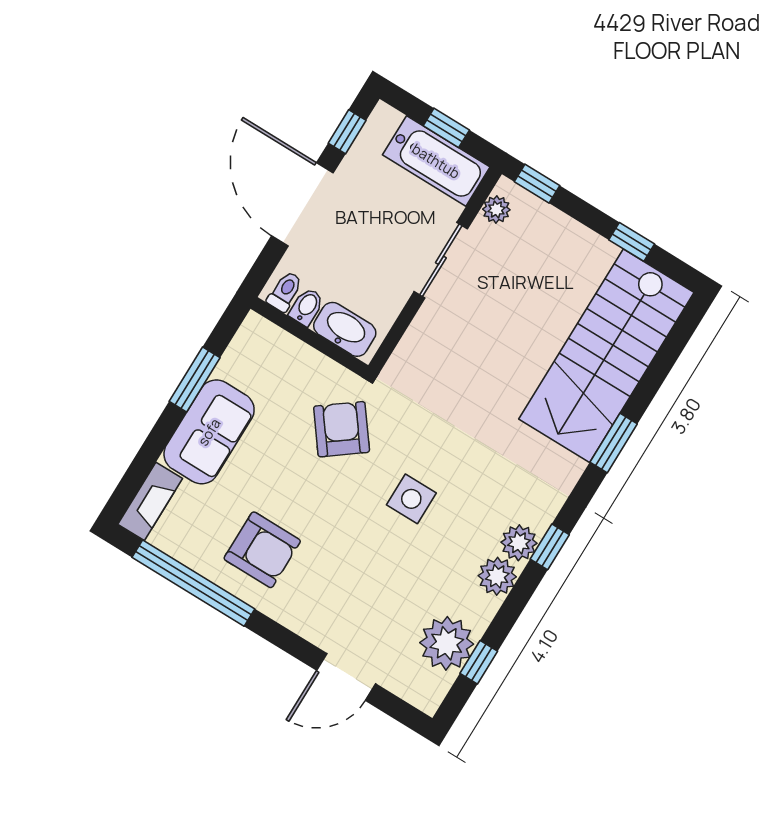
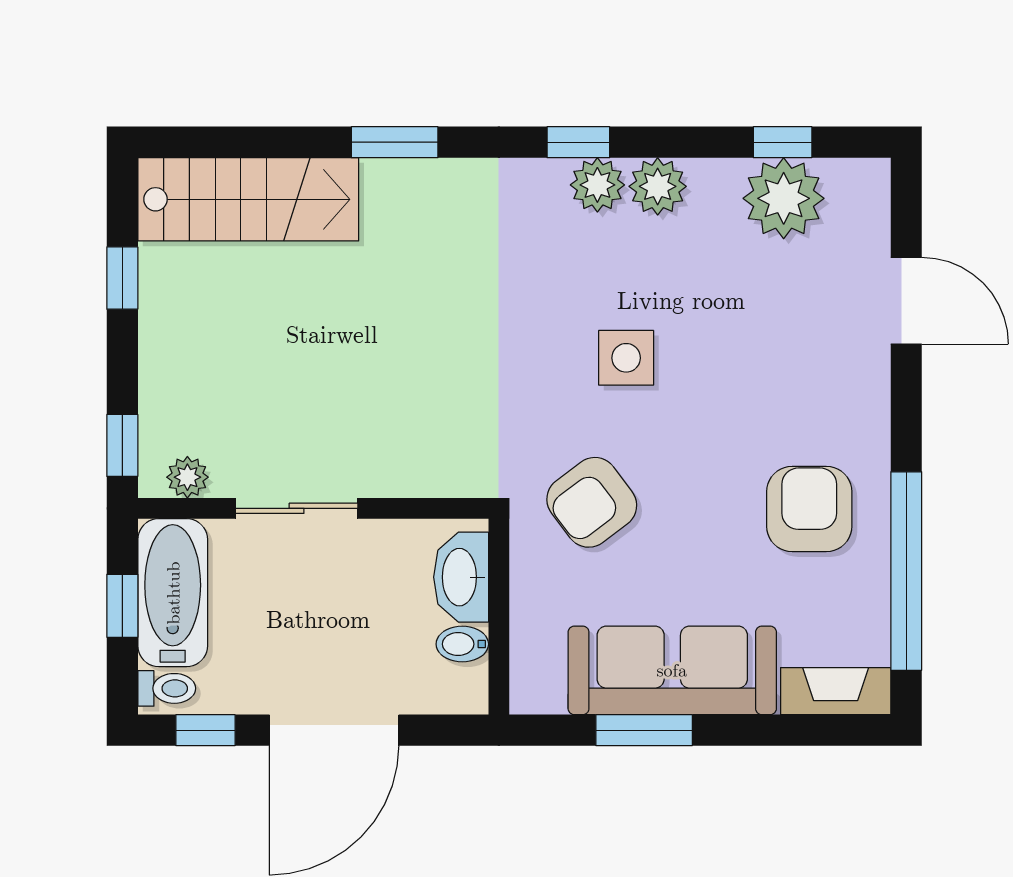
toilet: (285, 291) -> (167, 688), moved, turned 180
stairs: (606, 356) -> (248, 199), width x0.73, depth x0.66
sofa: (209, 432) -> (672, 670), width x1.36

